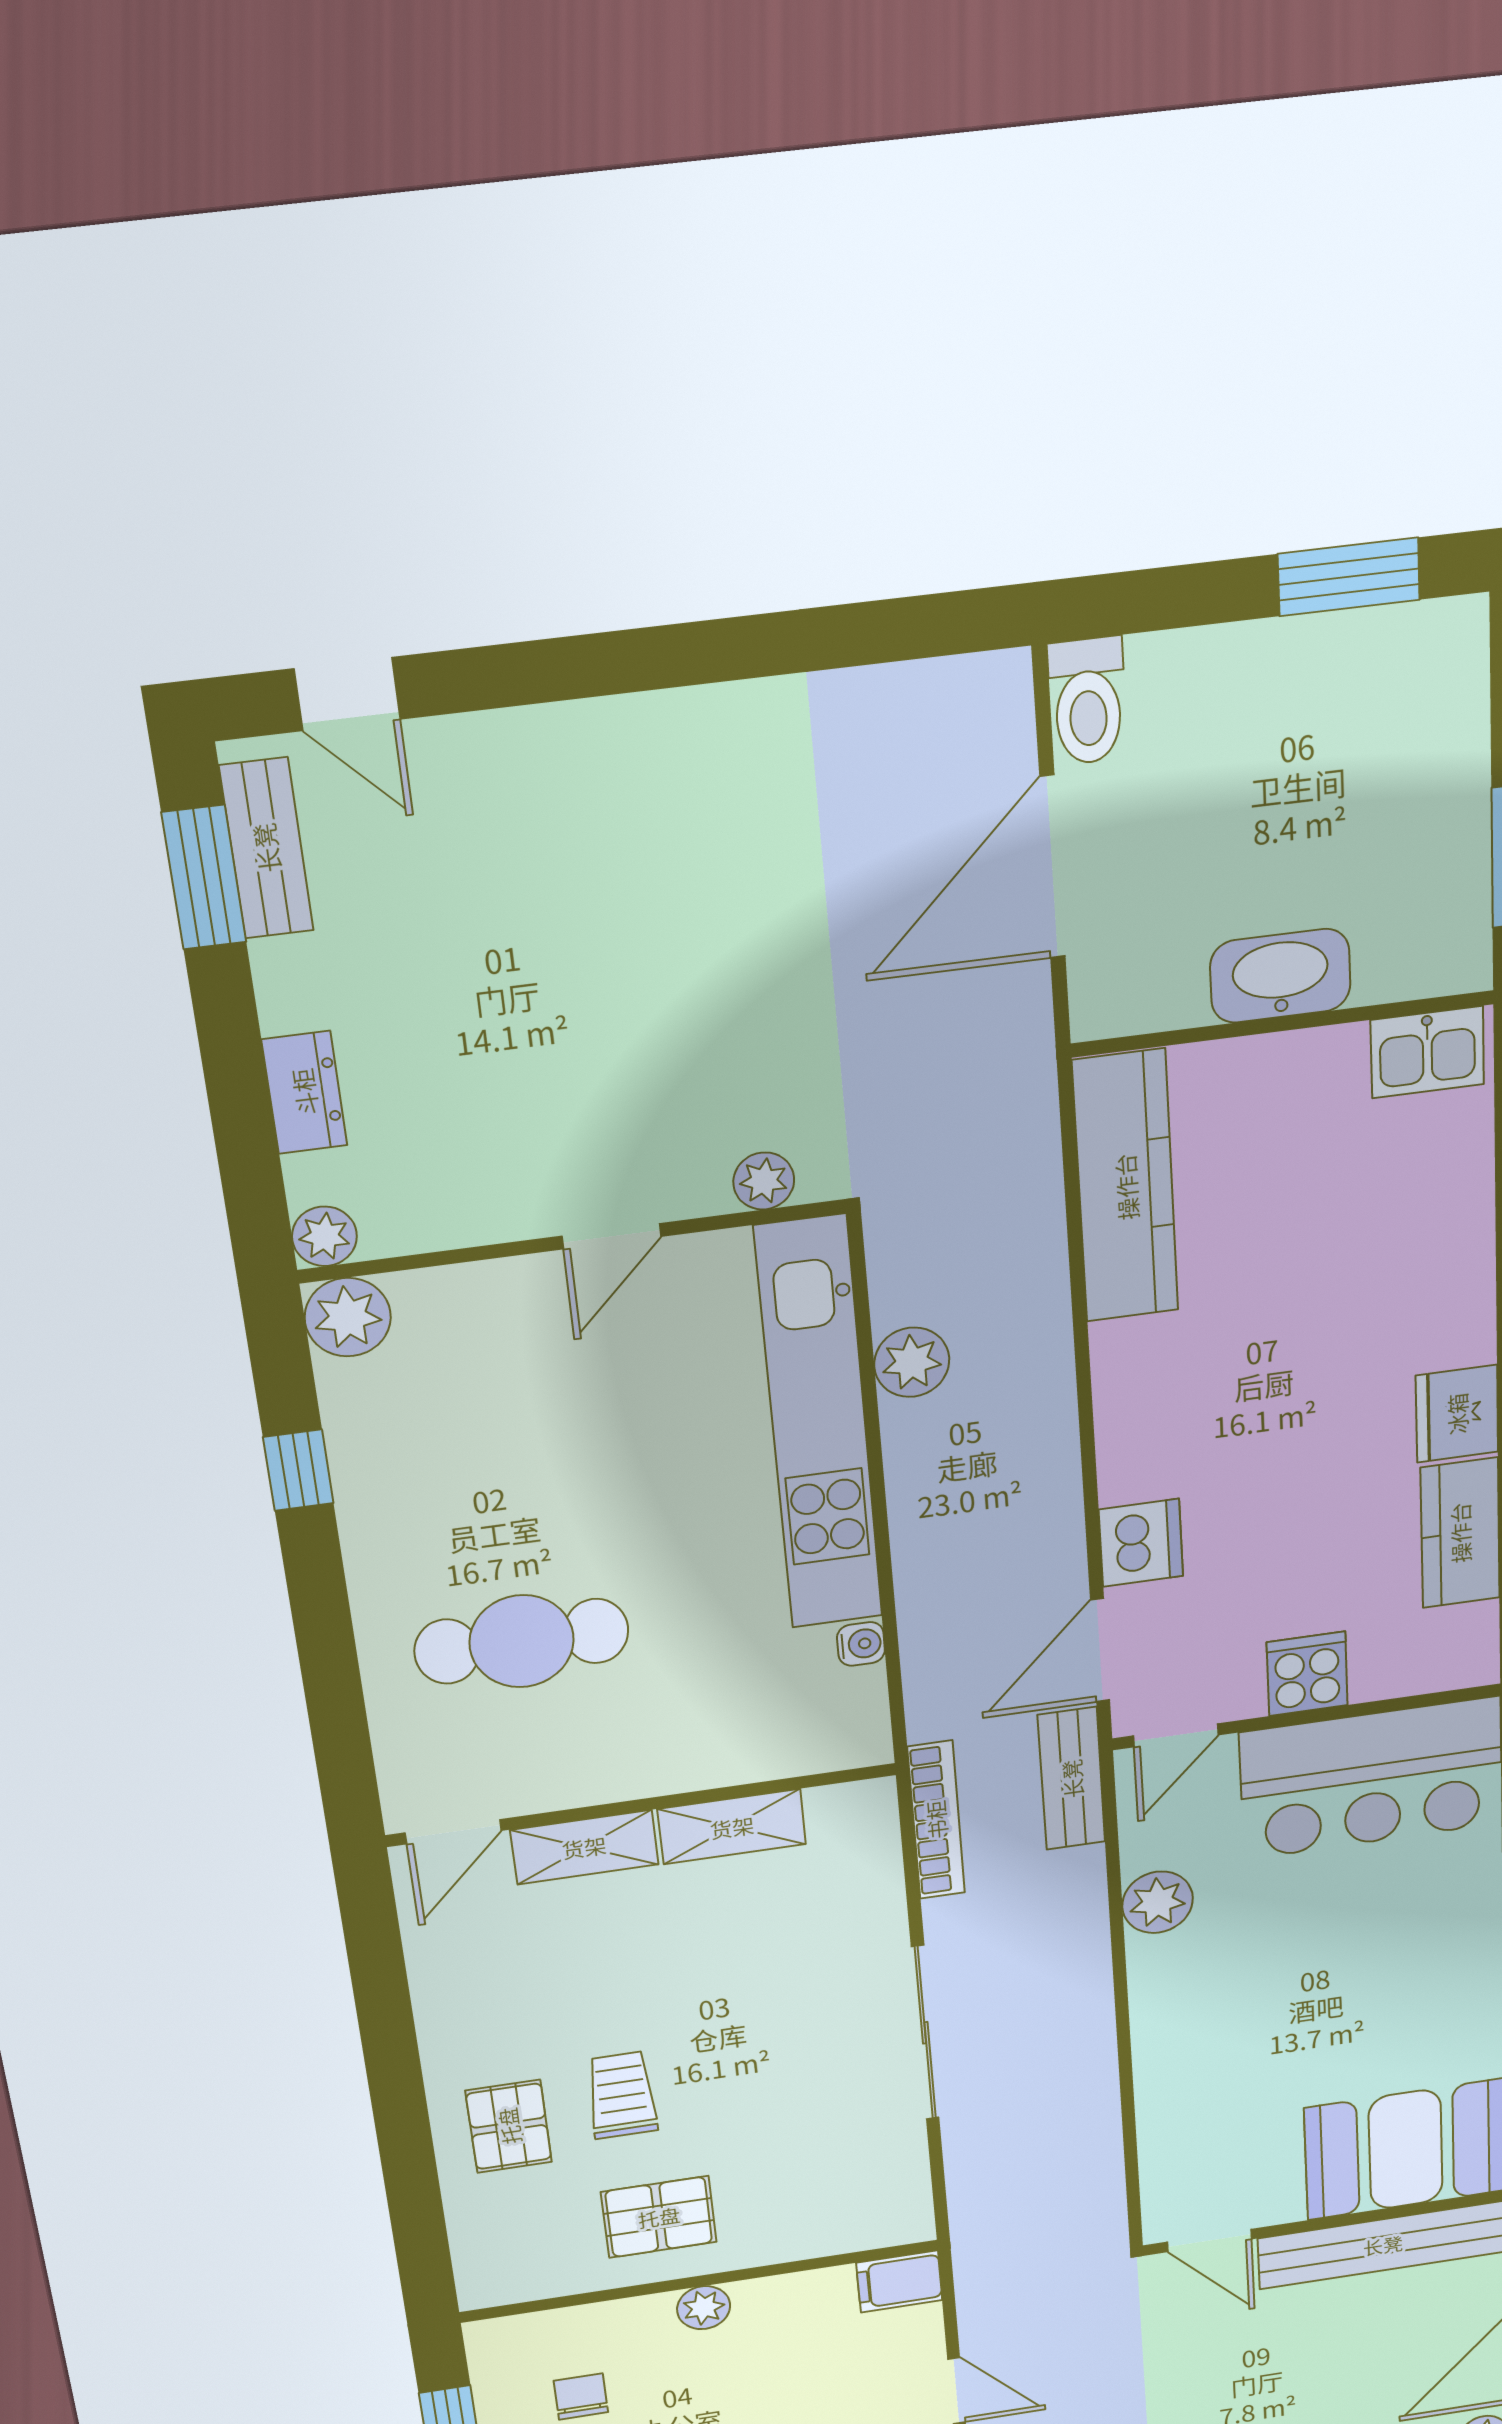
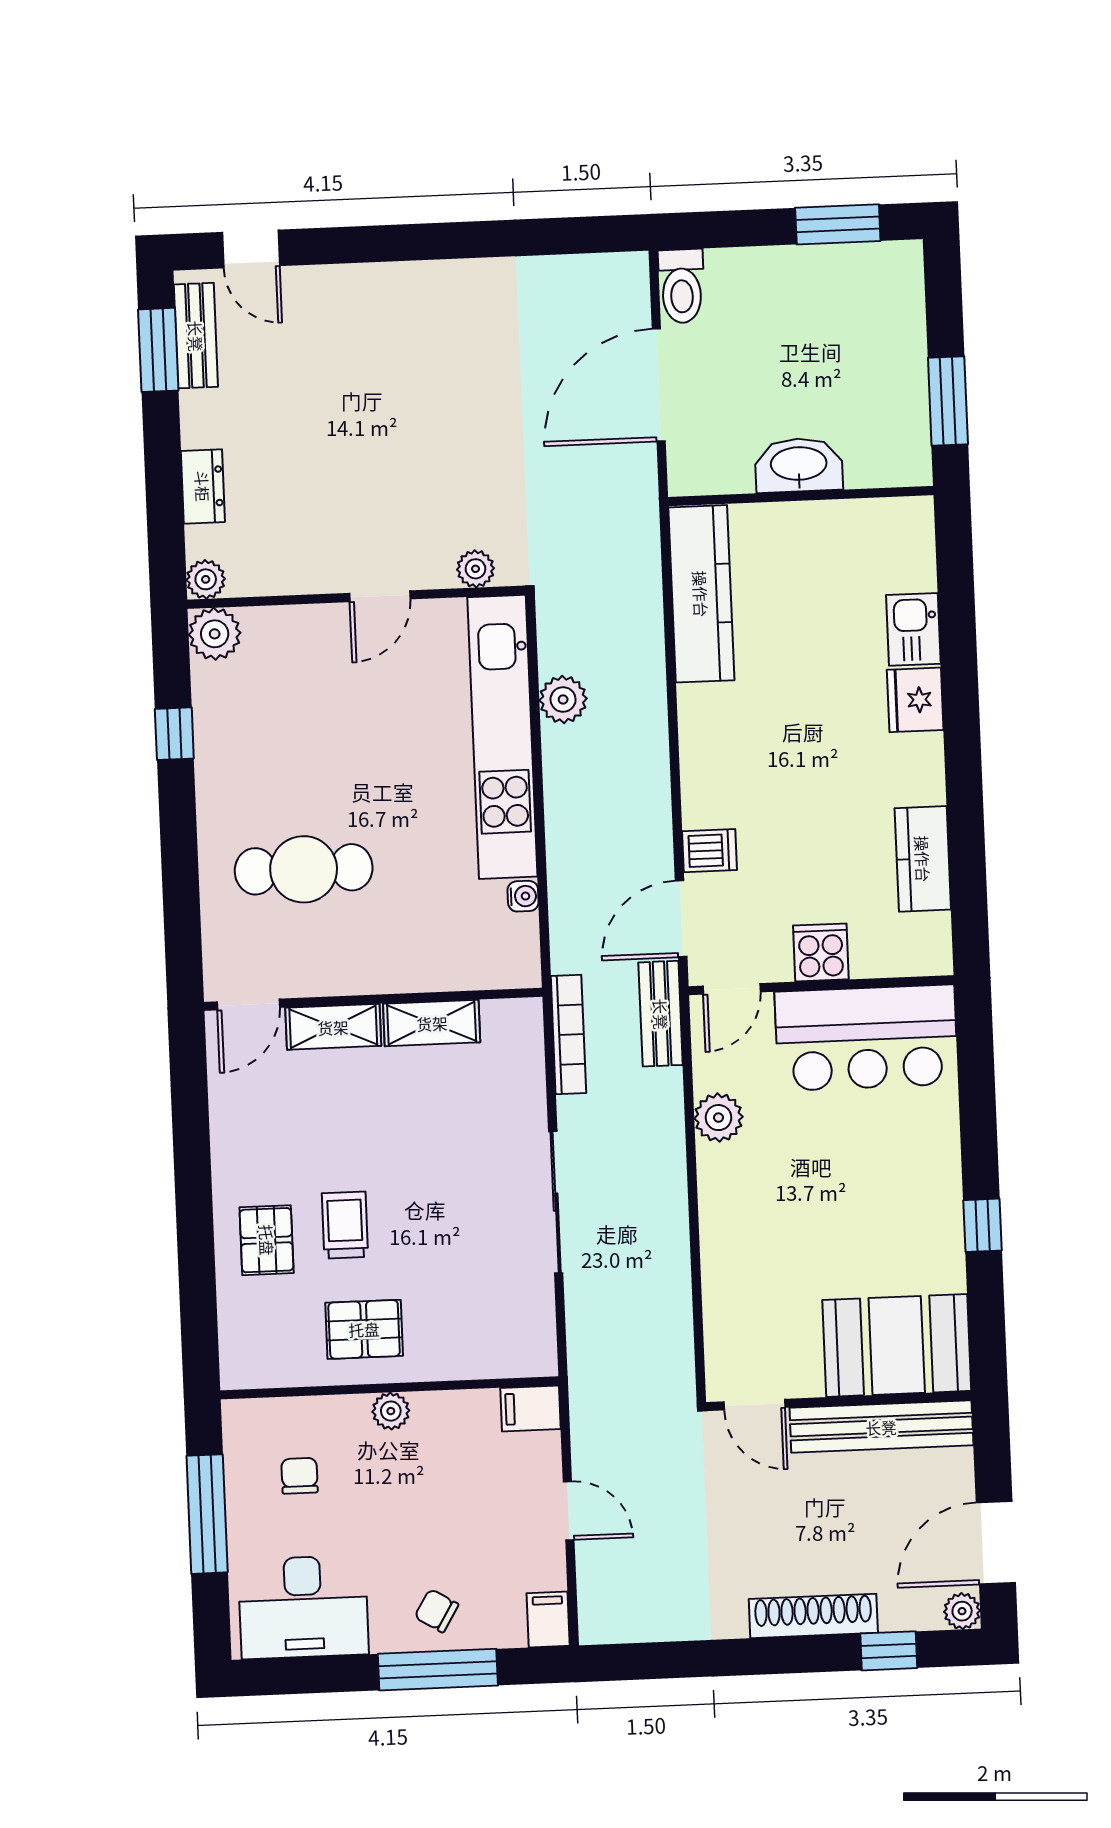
kitchen sink: (1427, 1052) -> (913, 629), moved, turned 90
fridge: (1457, 1414) -> (915, 700), moved
dishwasher: (1141, 1543) -> (709, 851), width x0.73

